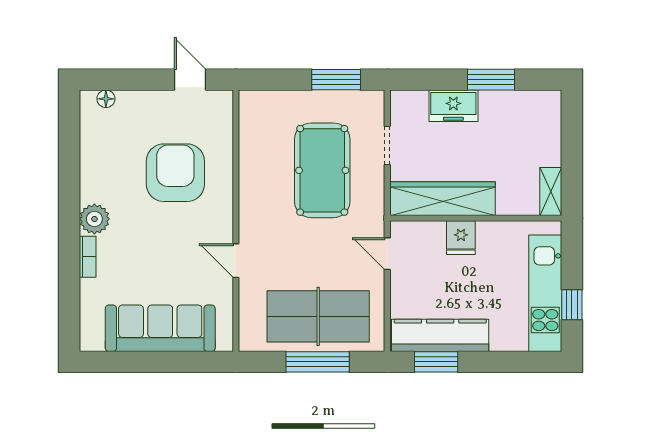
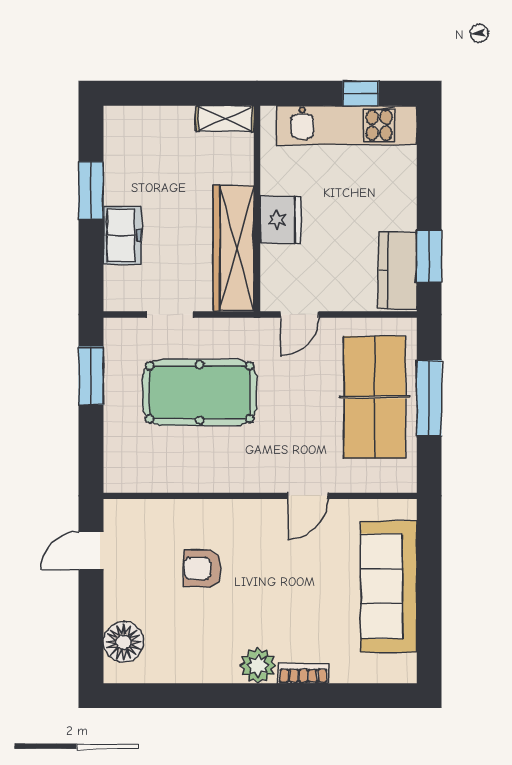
floor lamp: (106, 99) -> (123, 642), width x1.89, depth x1.89
armchair: (175, 173) -> (203, 568), width x0.53, depth x0.53
fridge: (461, 238) -> (280, 220), width x1.38
kitchen counter: (440, 335) -> (397, 270), width x0.67

